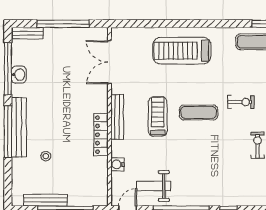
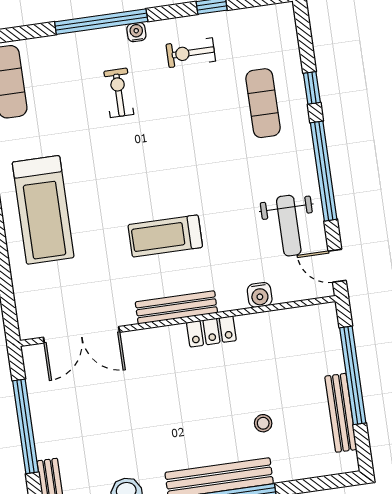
exercise mat: (199, 112) -> (263, 103), moved
locker: (101, 135) -> (211, 331), width x0.66

